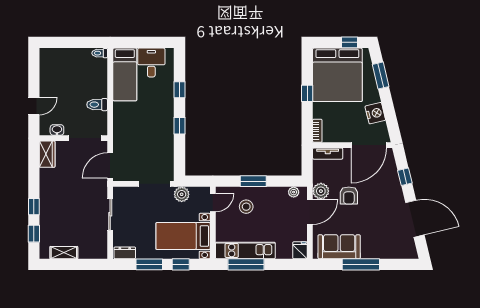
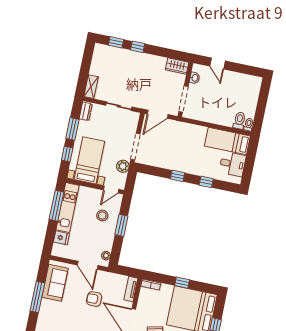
toilet: (97, 105) -> (239, 121), moved
door: (110, 165) -> (158, 114), swing flipped
plant: (321, 191) -> (102, 277), removed
door: (213, 203) -> (111, 190), hinge flipped
fridge: (300, 250) -> (61, 238), moved
shelving: (64, 253) -> (91, 87), moved

